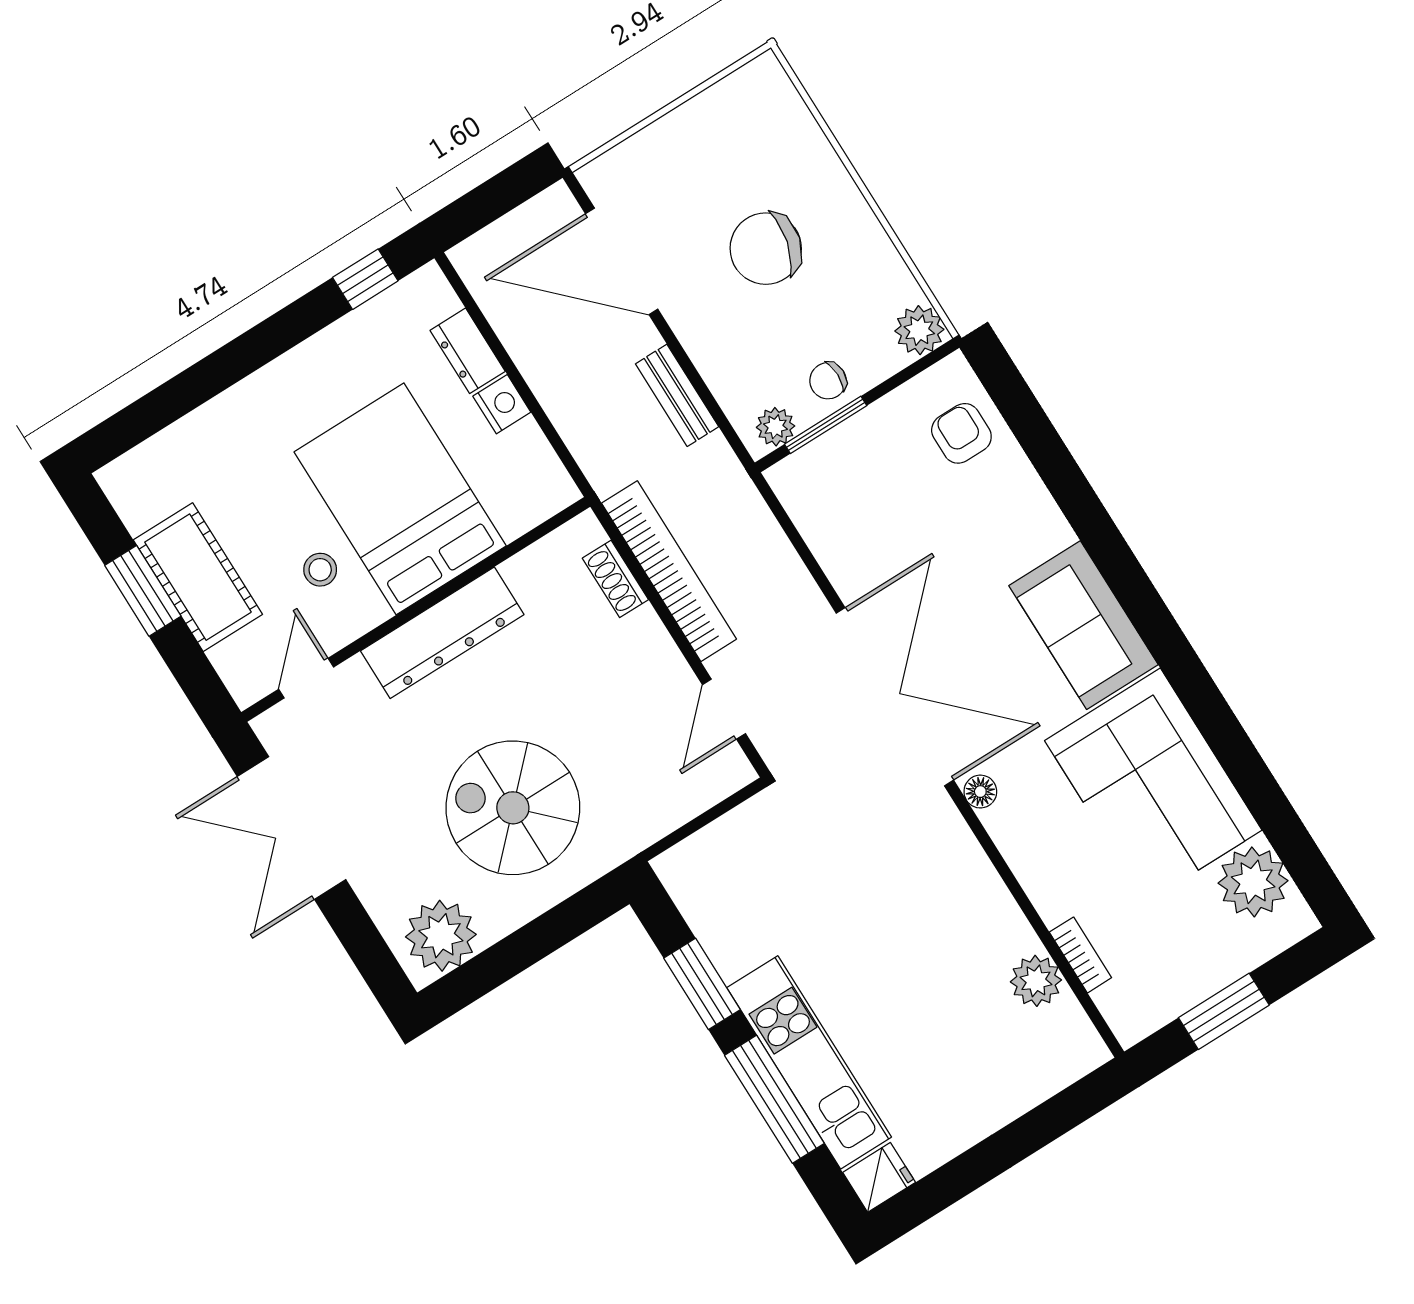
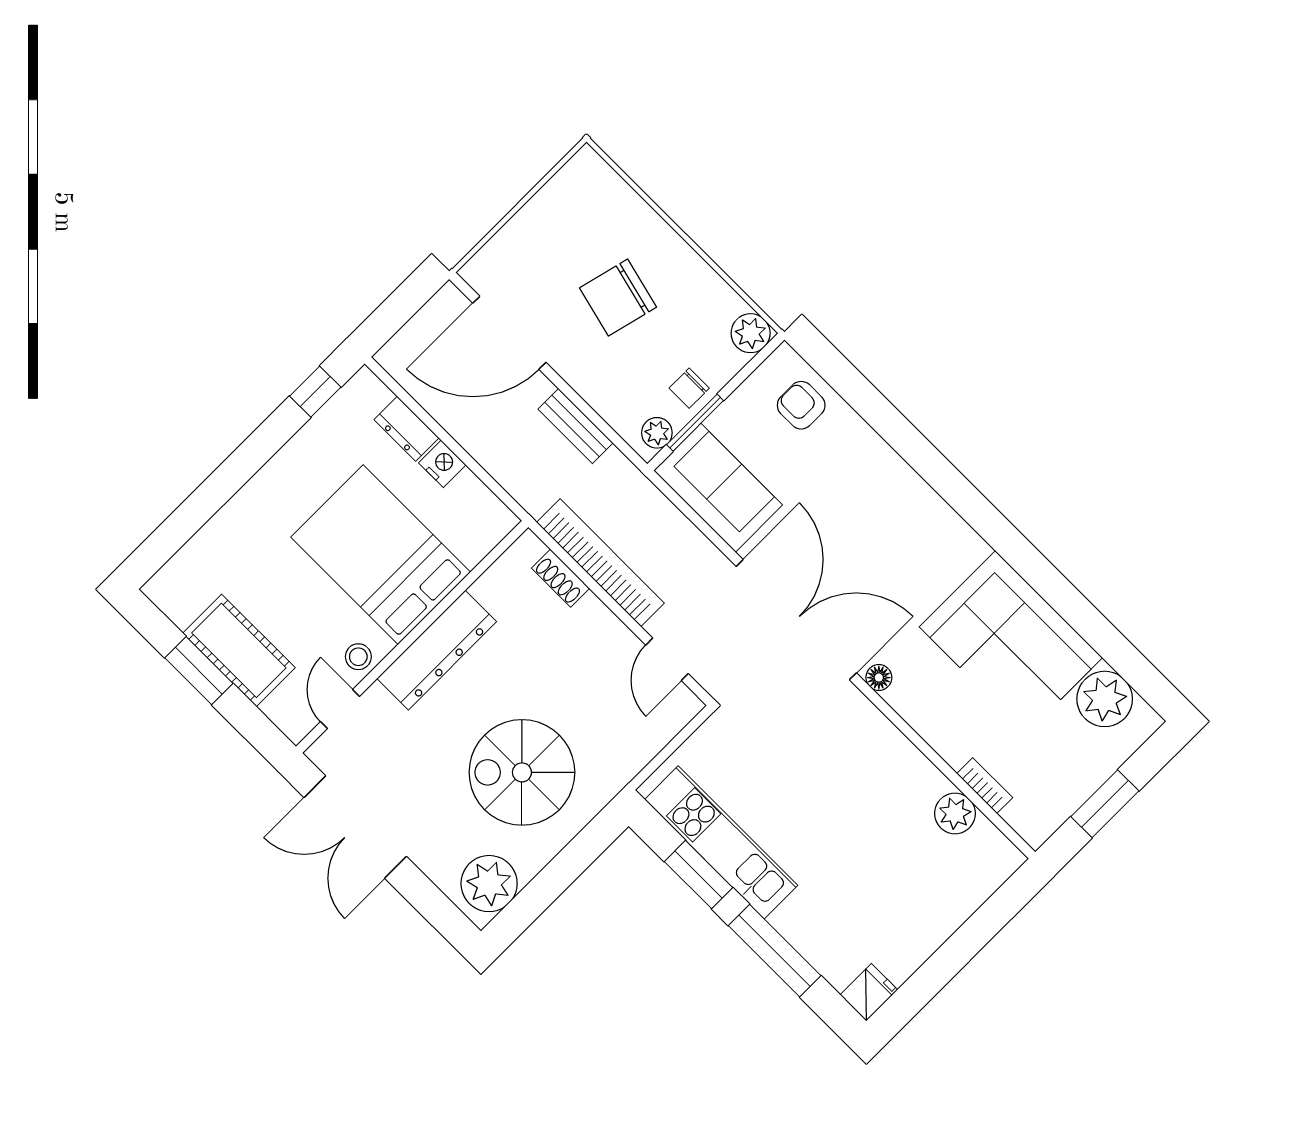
stool: (320, 570) -> (358, 657), moved
sofa: (1084, 625) -> (718, 488), moved, turned 180
kitchen unit: (809, 1062) -> (721, 842), moved

